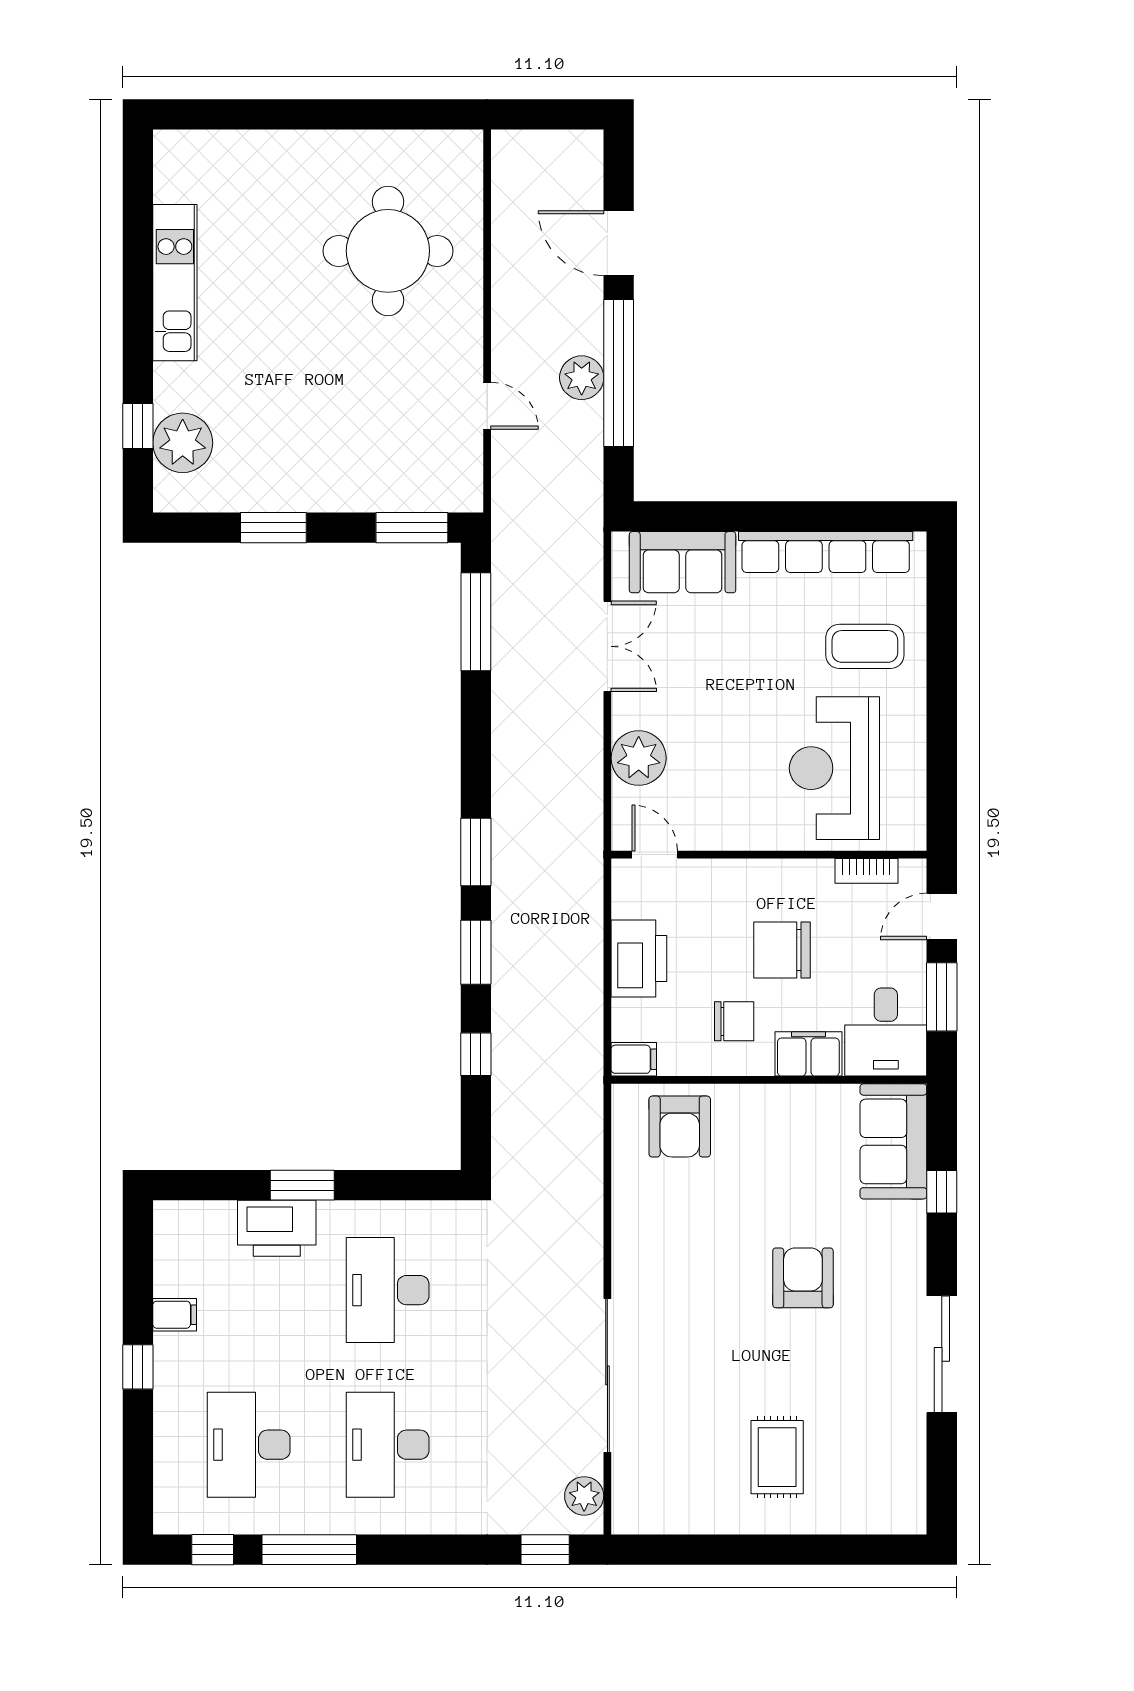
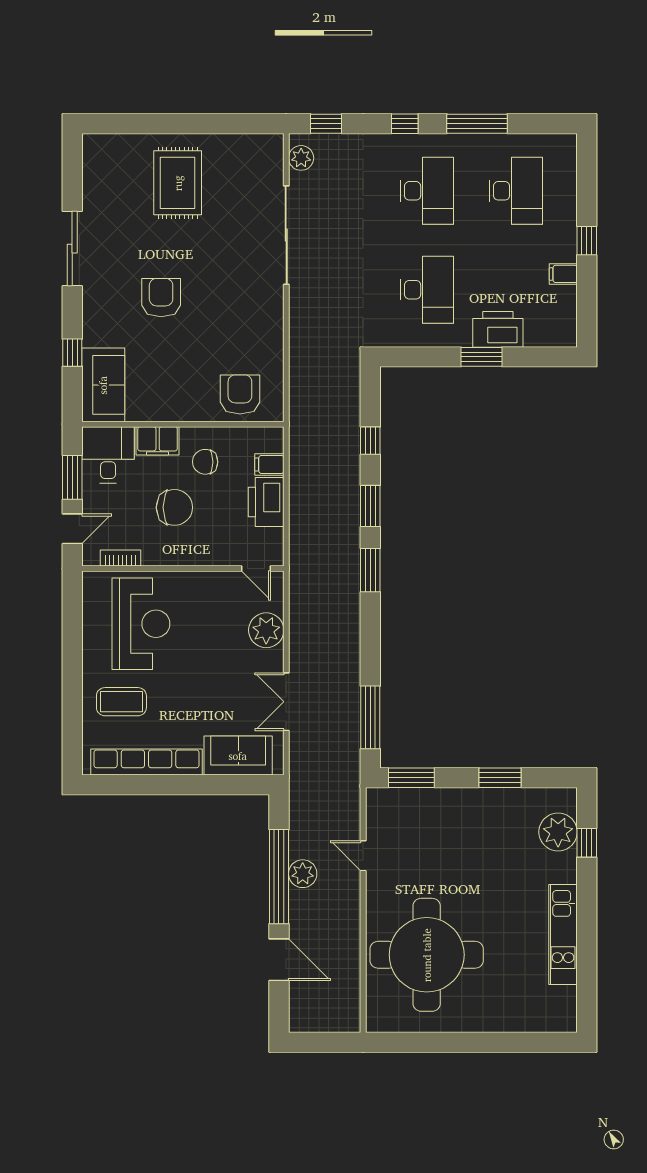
round table: (388, 251) -> (427, 955), width x1.36, depth x1.36
filing cabinet: (634, 1059) -> (269, 464), moved
armchair: (803, 1278) -> (161, 298), turned 180
rug: (777, 1457) -> (178, 183), width x1.36, depth x1.43
window: (213, 1550) -> (405, 124), moved

